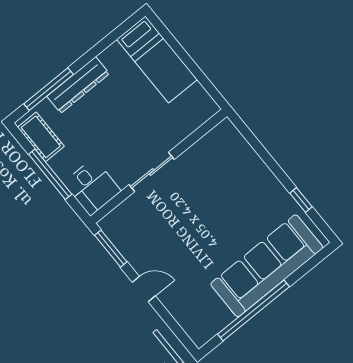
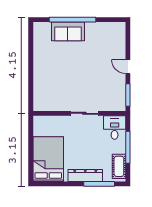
bed: (157, 59) -> (48, 159), width x1.50
window: (301, 200) -> (31, 50), removed
sofa: (267, 266) -> (68, 31), width x0.54, depth x0.79
window: (254, 310) -> (73, 20), moved

